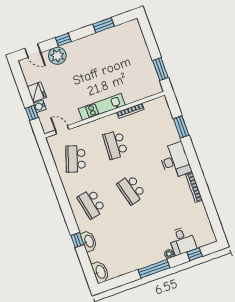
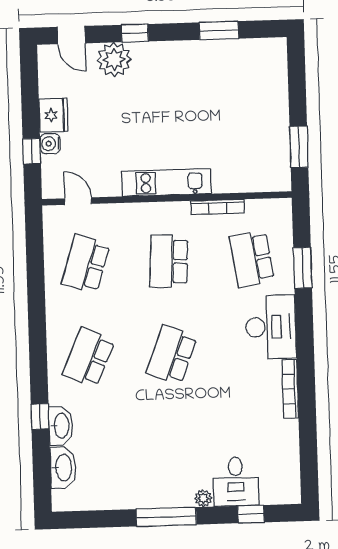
school desk: (155, 130) -> (252, 259), added
school desk: (131, 189) -> (172, 355), turned 36
school desk: (92, 204) -> (89, 357), turned 36
washbasin: (100, 272) -> (63, 468), moved

